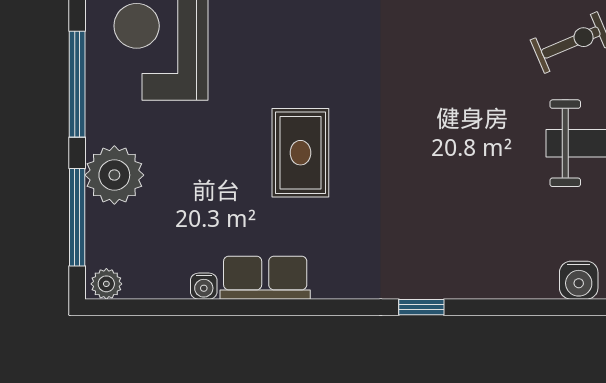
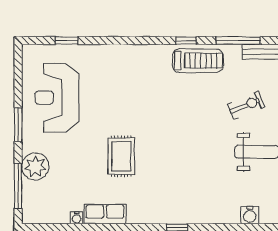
window: (77, 84) -> (18, 125), width x0.69
plant: (106, 284) -> (32, 217), removed

